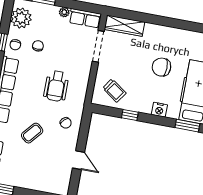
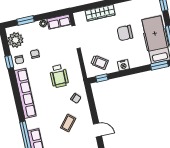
wardrobe: (124, 26) -> (100, 13), moved
nightstand: (159, 110) -> (123, 65), moved
window: (130, 115) -> (102, 78), moved
coffee table: (32, 133) -> (68, 123), moved
door: (79, 160) -> (97, 130), moved

